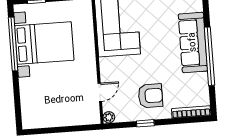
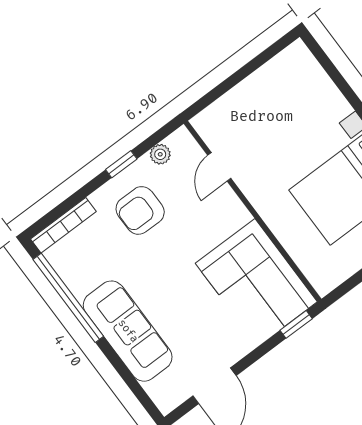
window: (209, 56) -> (68, 298), moved
plant: (109, 117) -> (160, 154), moved

